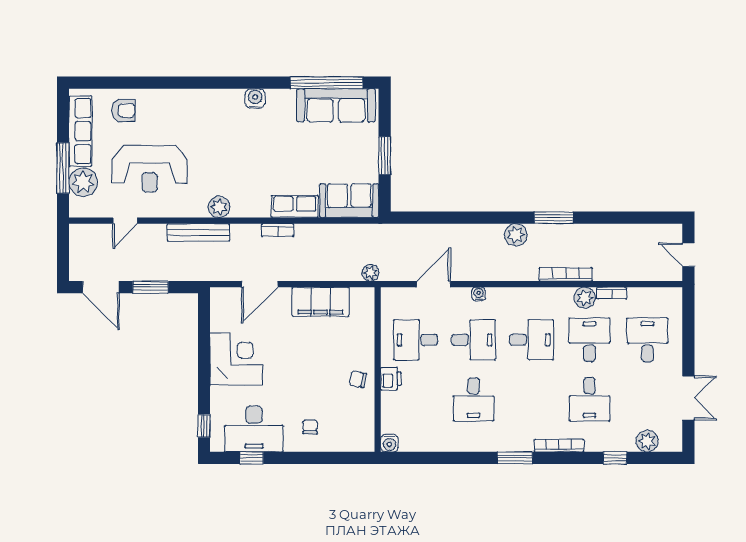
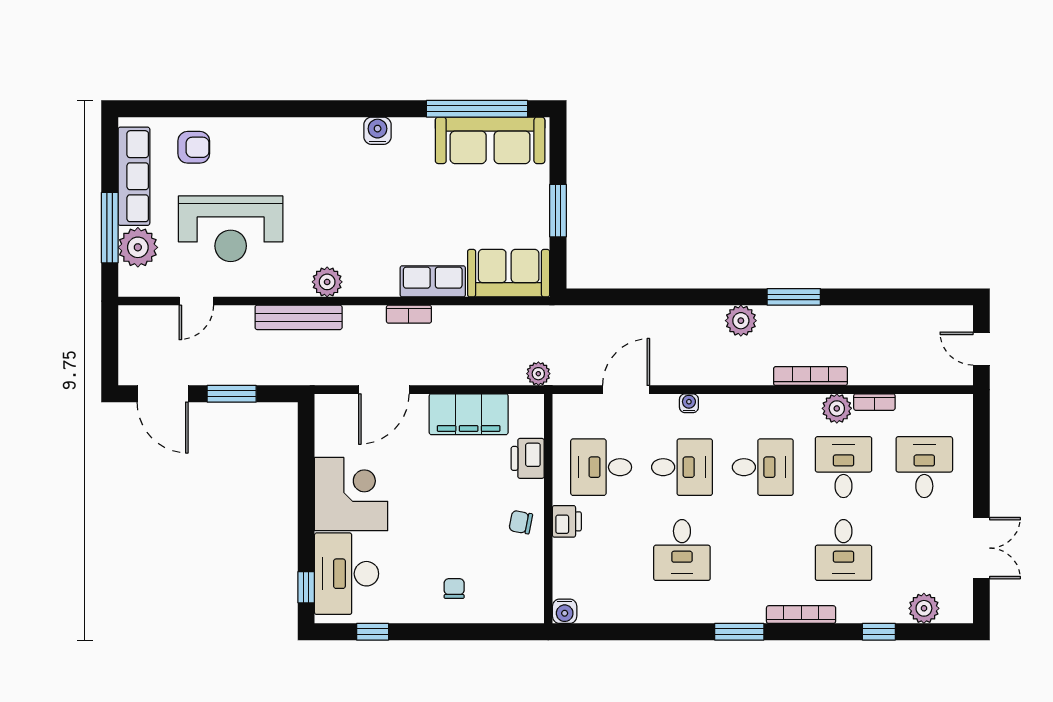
printer: (363, 334) -> (528, 458), added
desk: (254, 429) -> (347, 574), moved, turned 90

